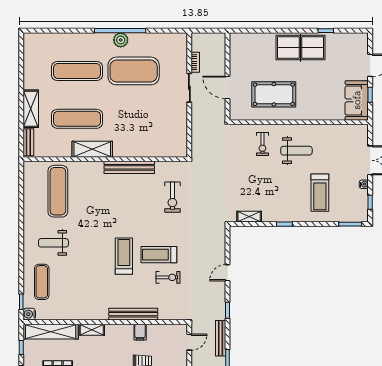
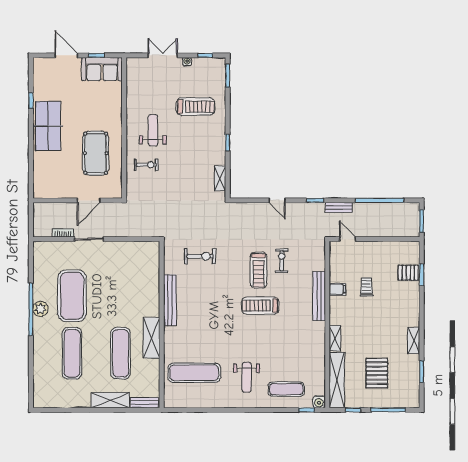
bench: (221, 338) -> (339, 207), width x0.73

